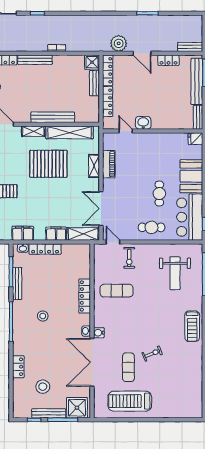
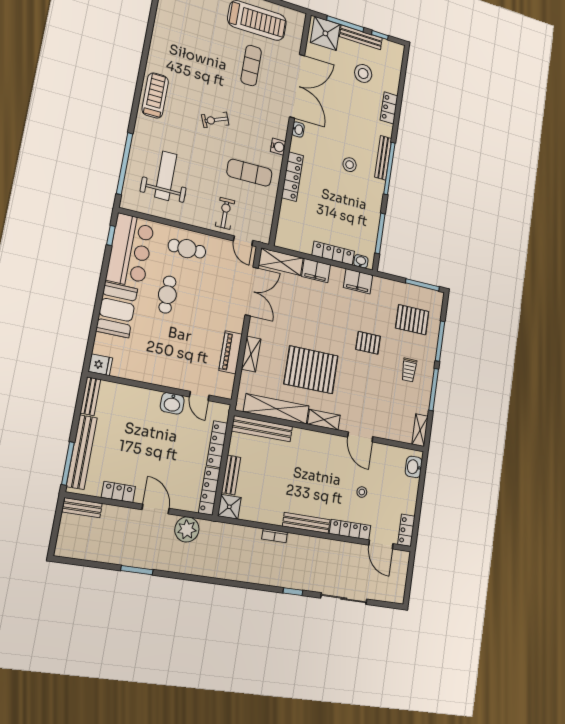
bench: (53, 117) -> (262, 429), moved
bench: (17, 283) -> (383, 158), moved
water cooler: (99, 333) -> (278, 147), moved
exercise bike: (152, 354) -> (215, 120), moved

